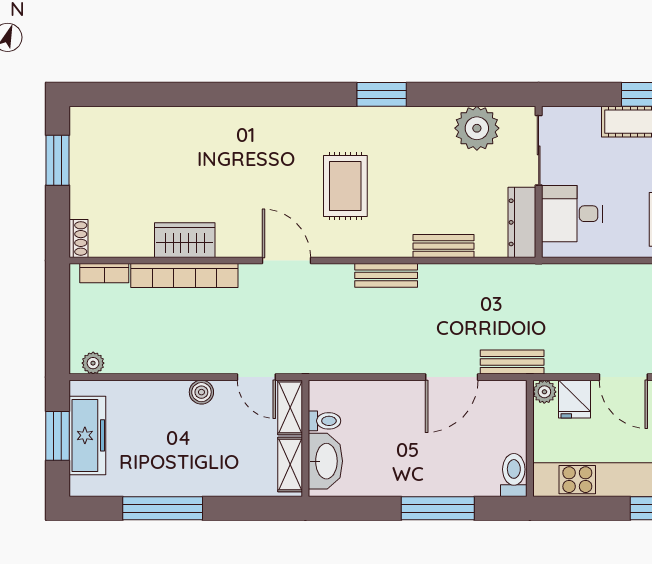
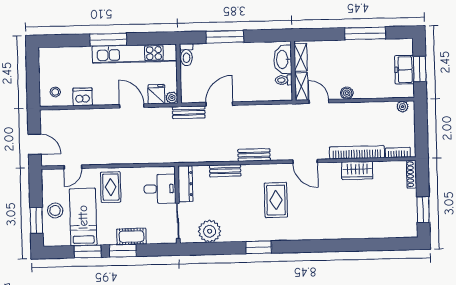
shoe rack: (79, 238) -> (412, 174), width x1.43
freezer: (87, 435) -> (404, 70), width x0.71

